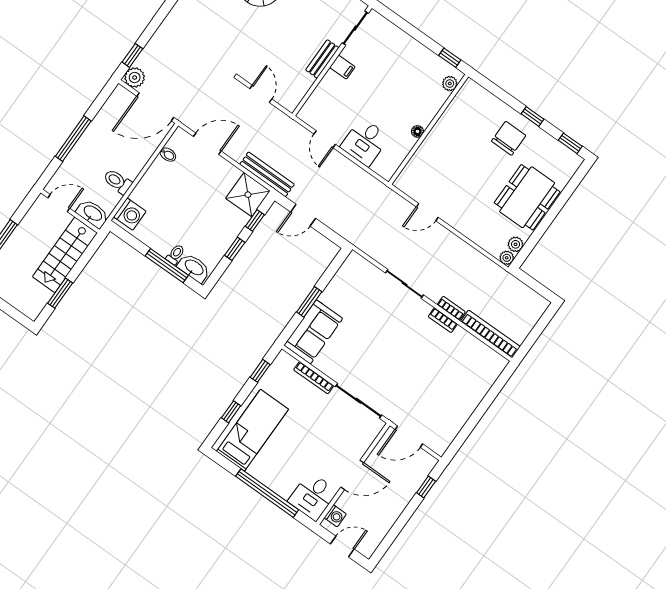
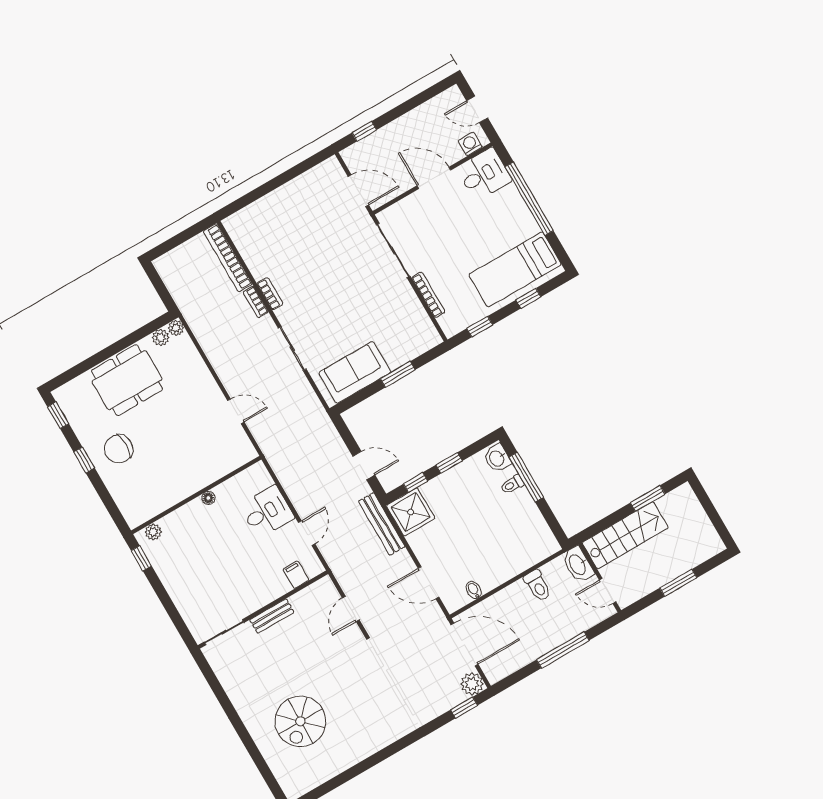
filing cabinet: (342, 67) -> (296, 575), moved
washing machine: (130, 214) -> (540, 547), removed
washbasin: (194, 268) -> (497, 458), width x0.72
sofa: (313, 332) -> (355, 372), moved

